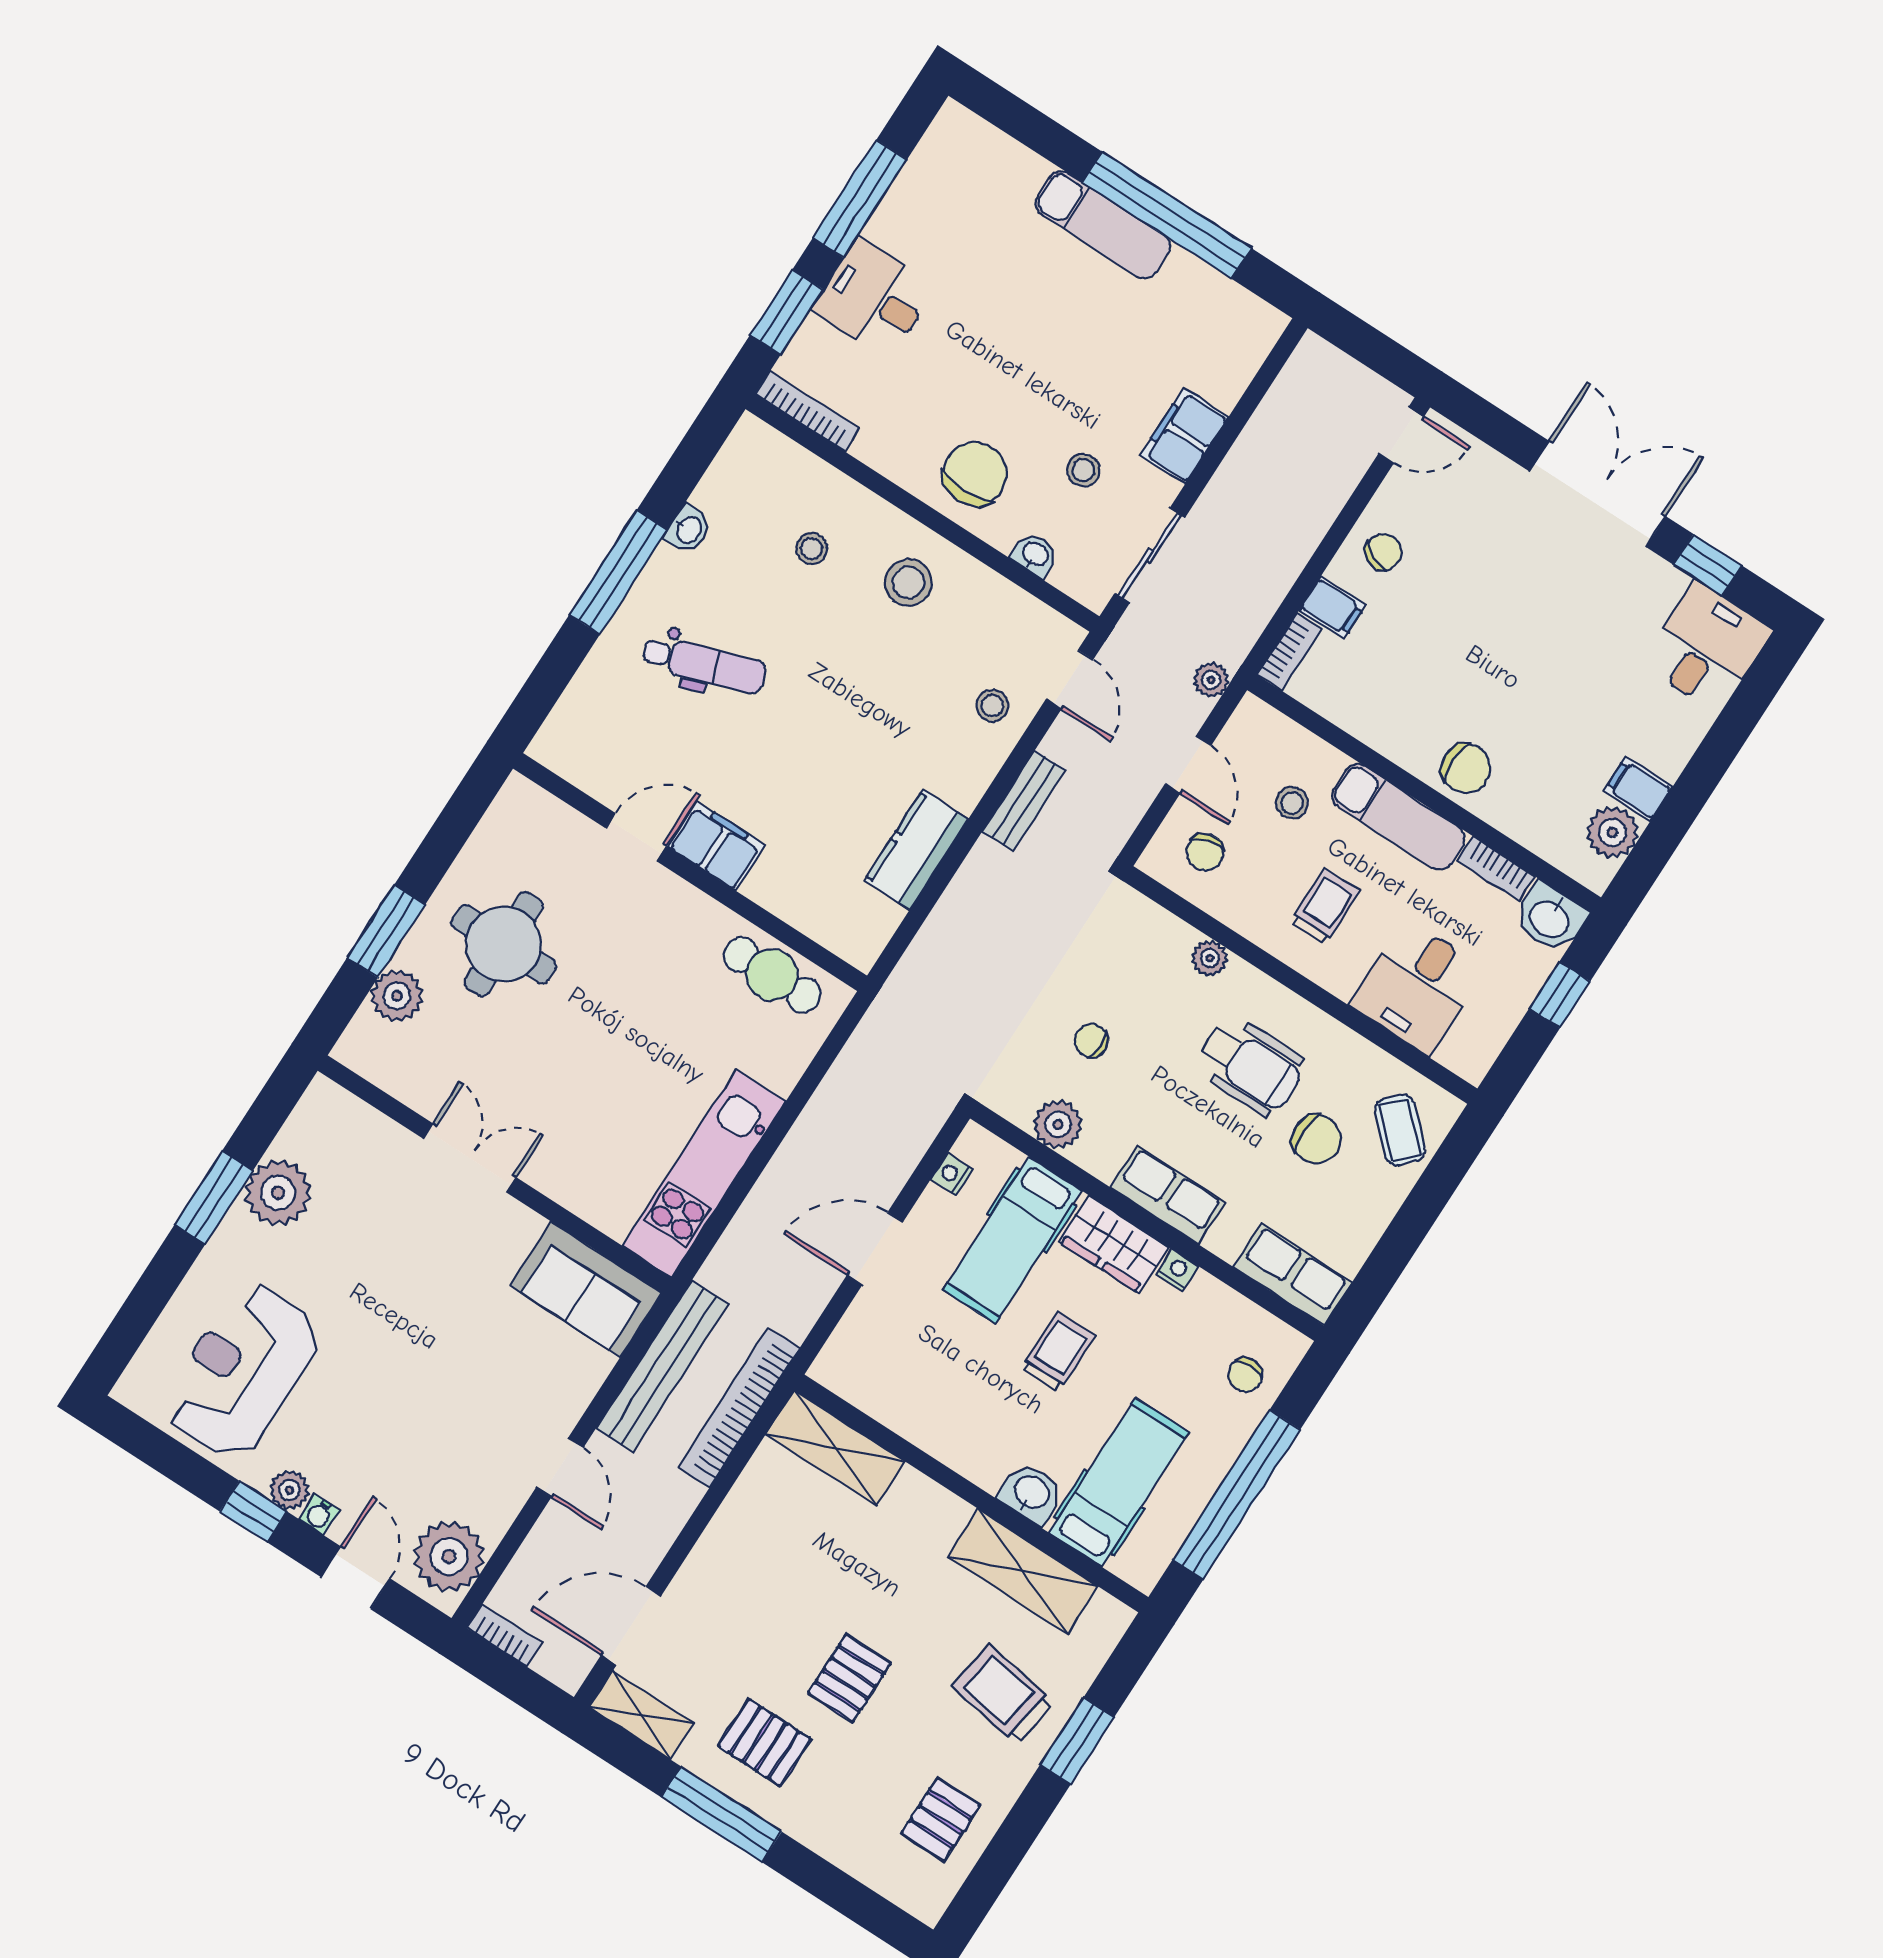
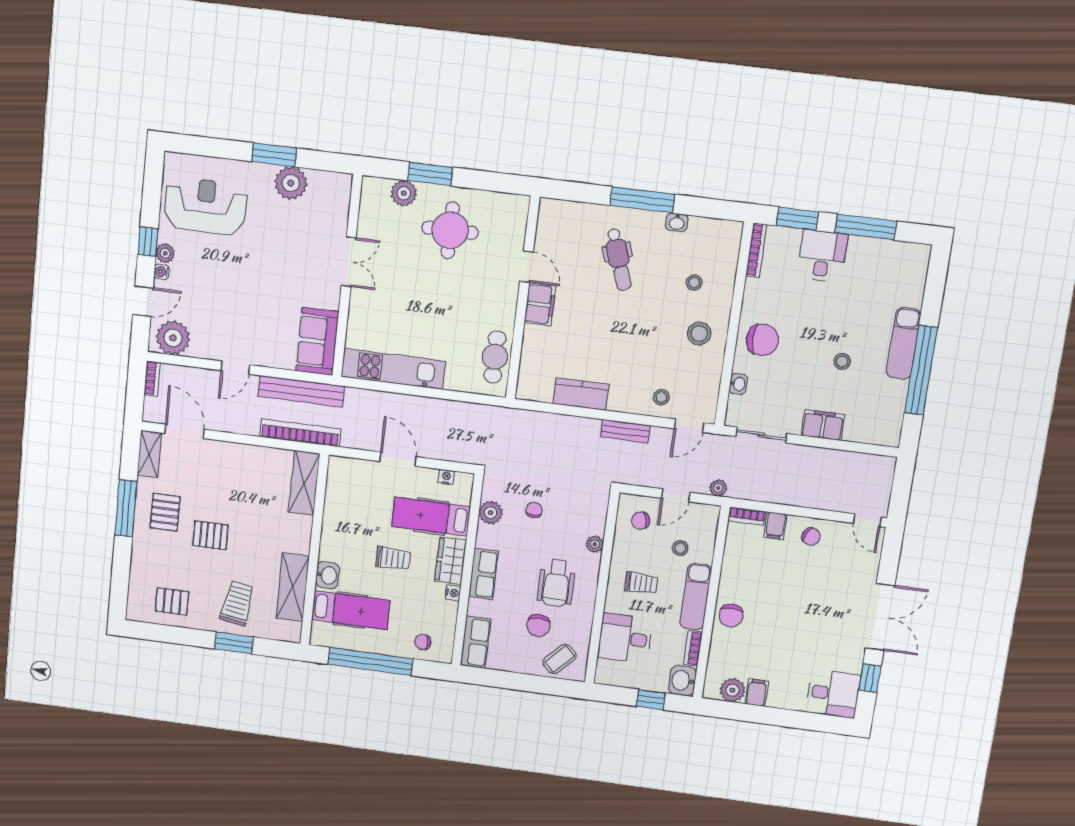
stool: (1083, 470) -> (842, 361), moved

